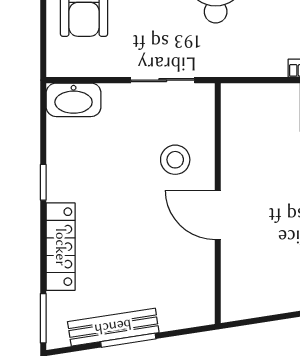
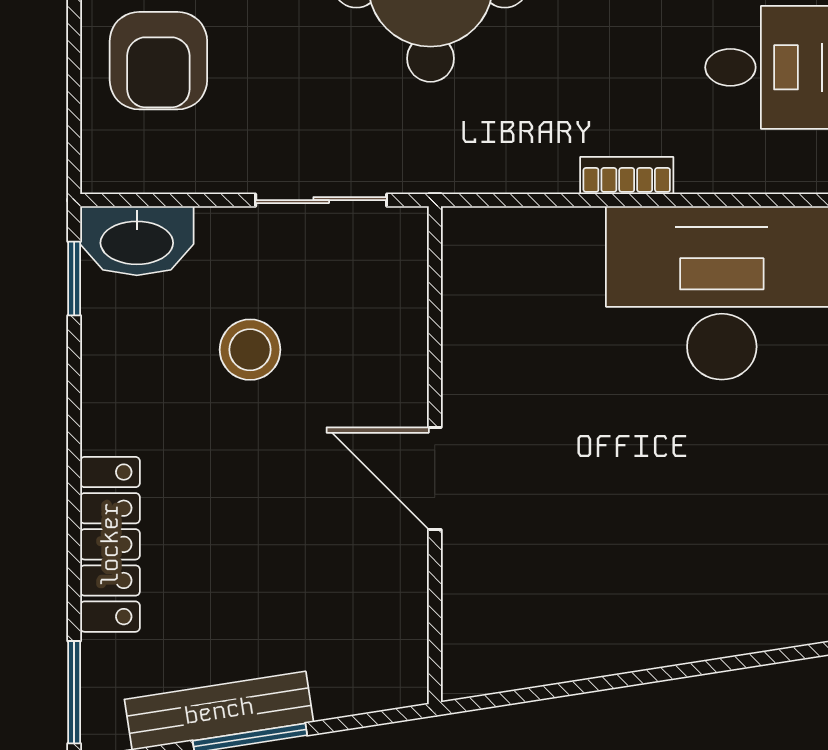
stool: (175, 160) -> (250, 350), moved
window: (43, 182) -> (74, 279), moved

